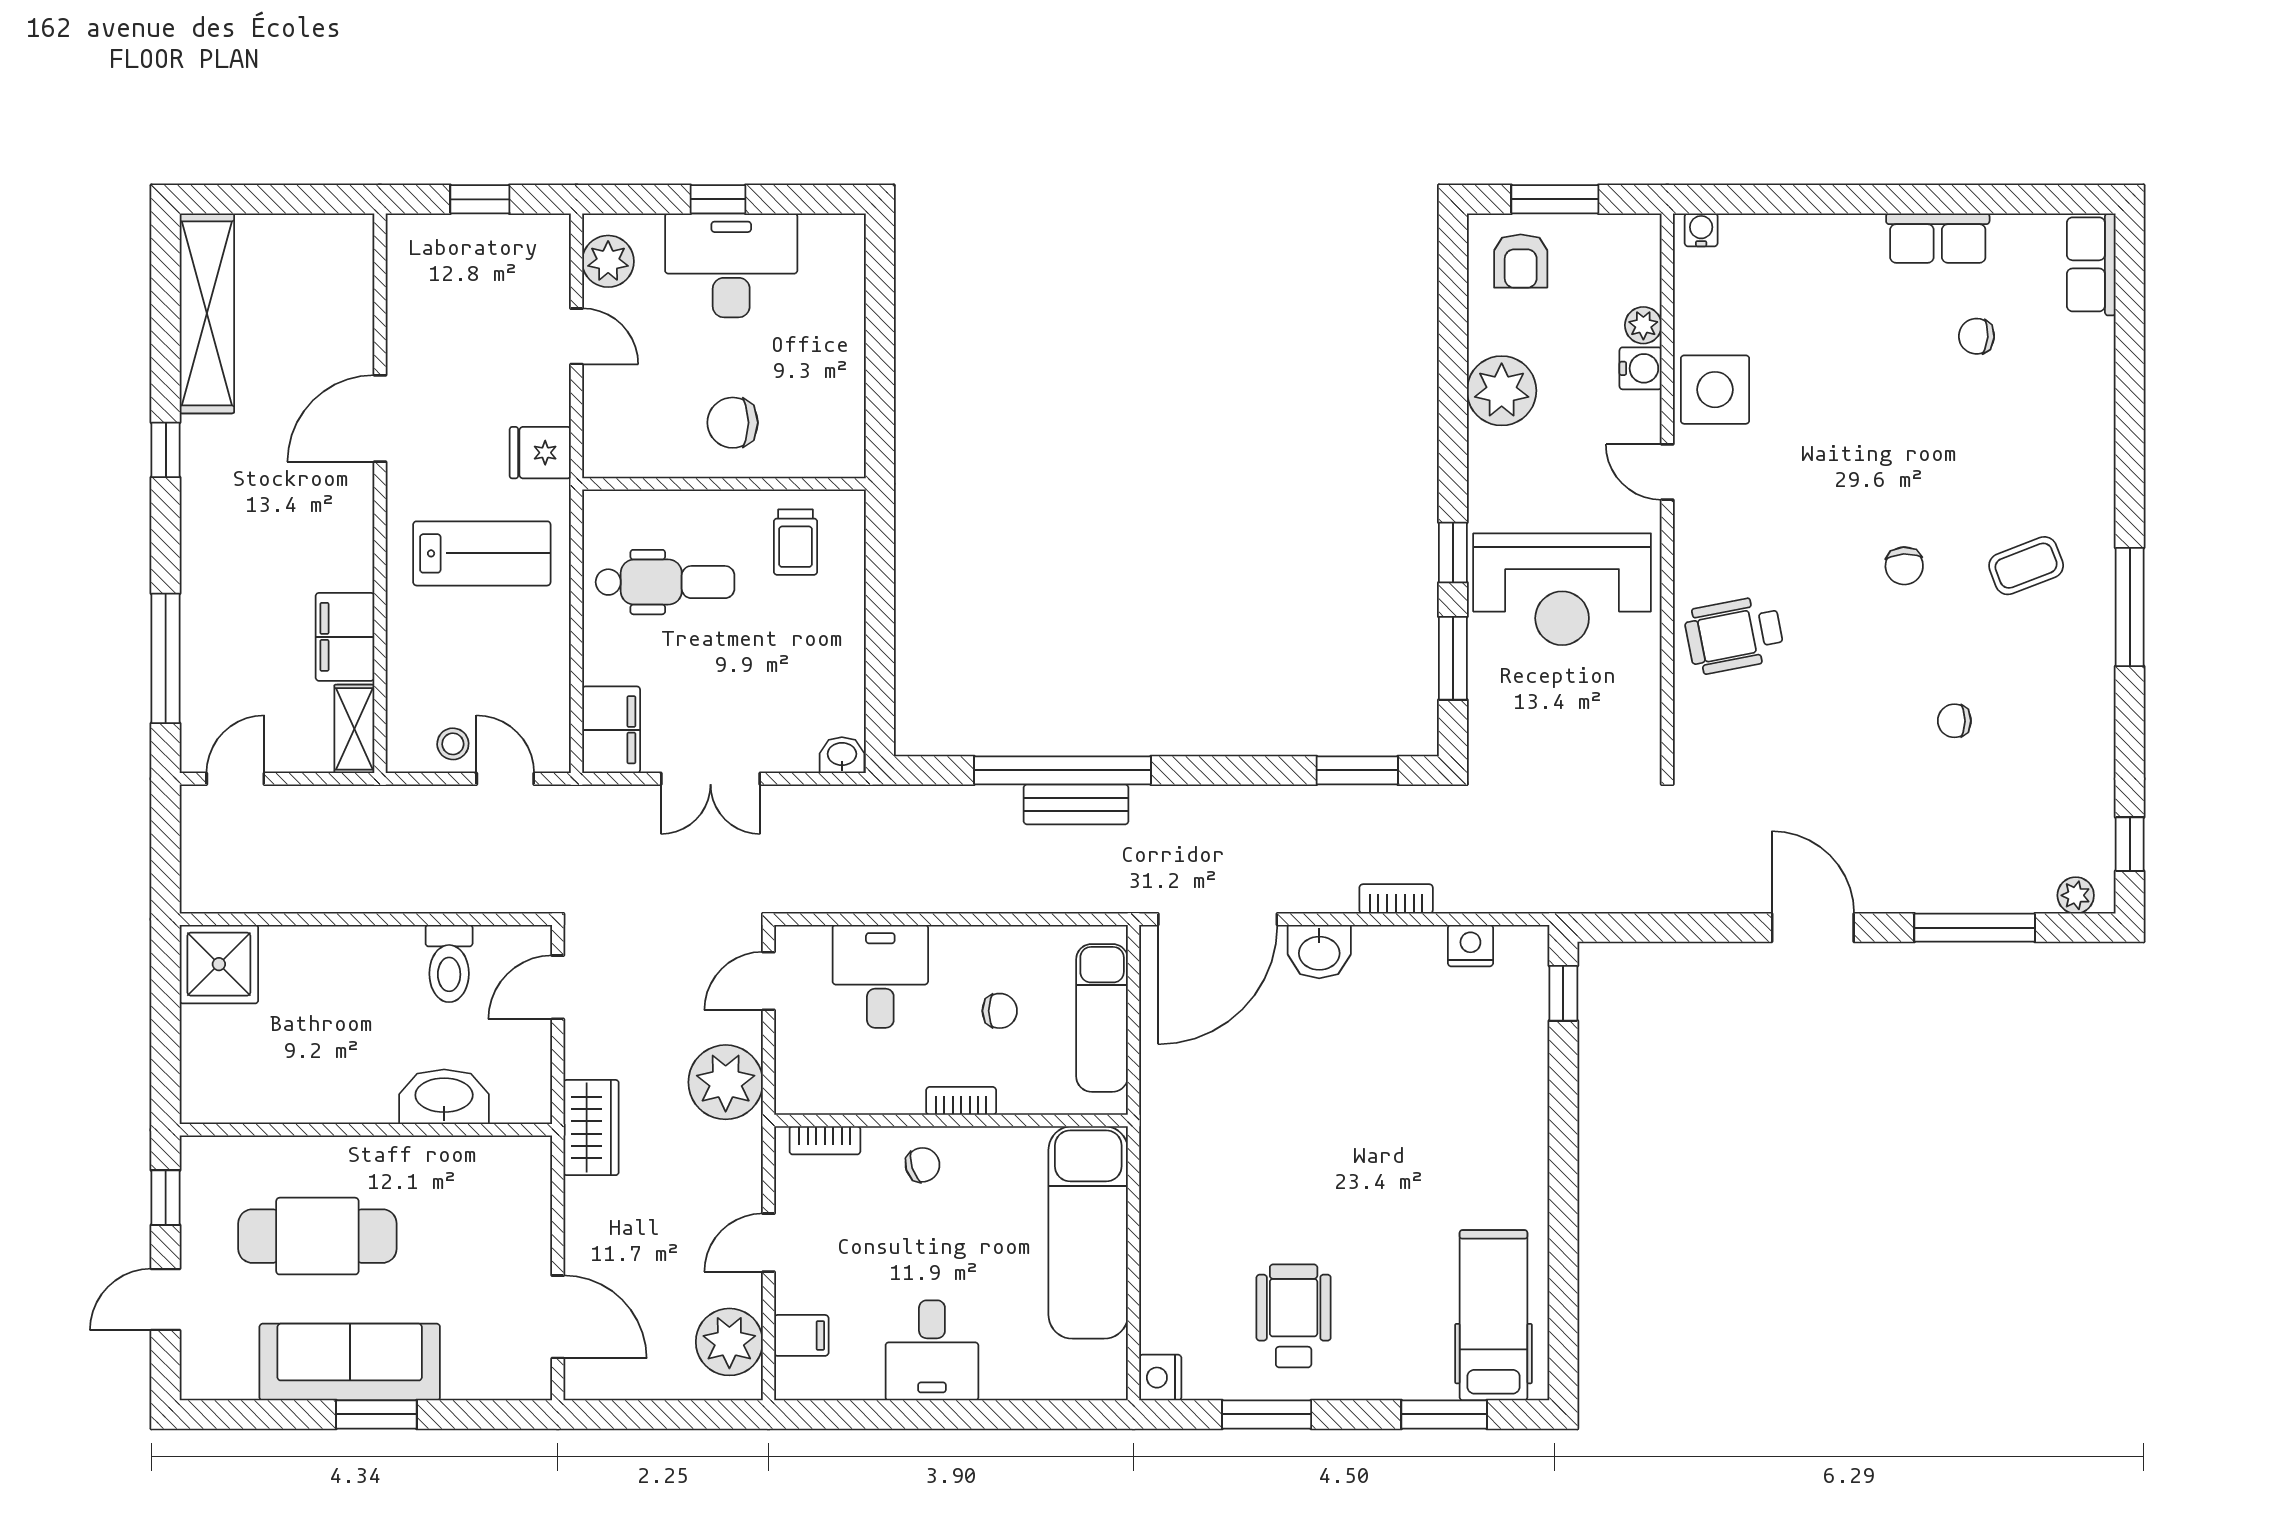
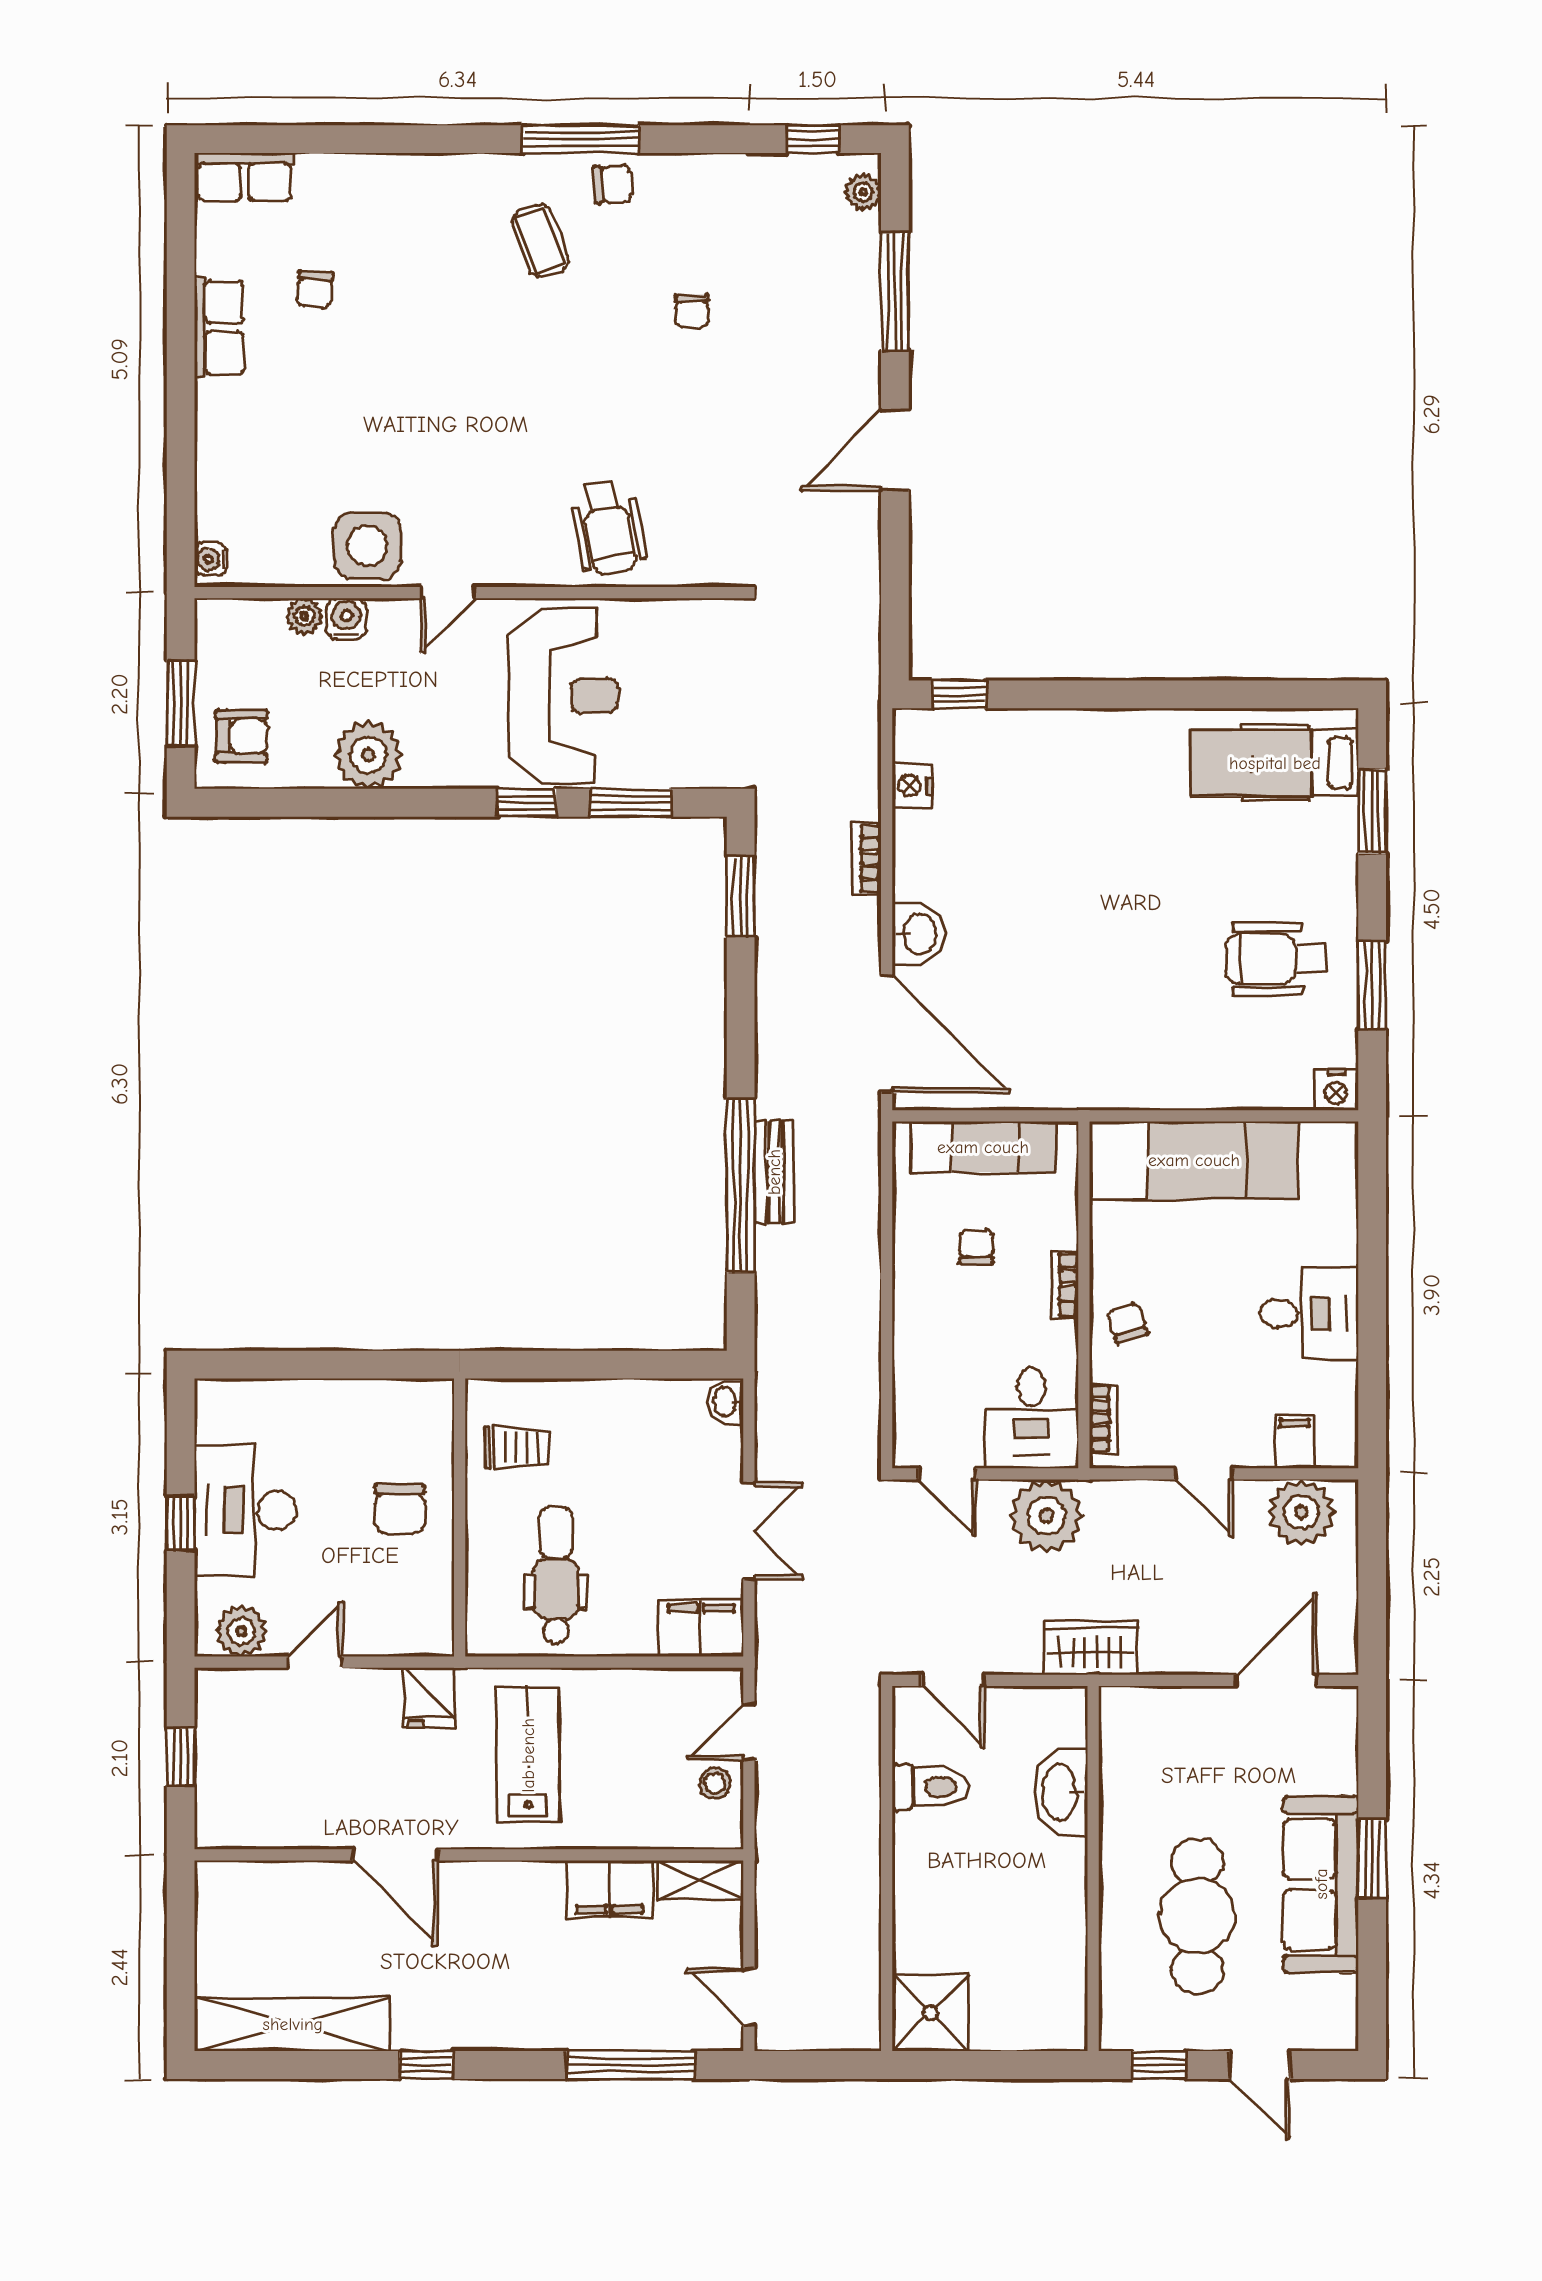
chair: (1904, 566) -> (613, 184), moved
desk: (880, 976) -> (1032, 1418), moved, turned -90

